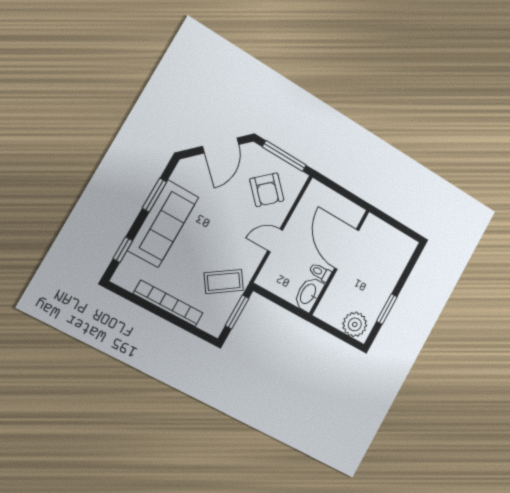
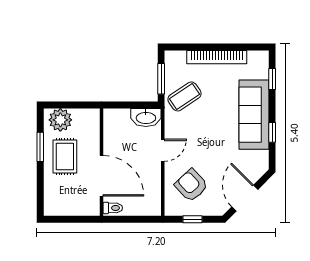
window: (284, 156) -> (193, 219), width x0.46
window: (154, 195) -> (272, 132), width x0.67
toilet: (320, 272) -> (113, 208), moved
rug: (370, 287) -> (65, 157), added
washbasin: (309, 294) -> (146, 117), moved, turned 90

